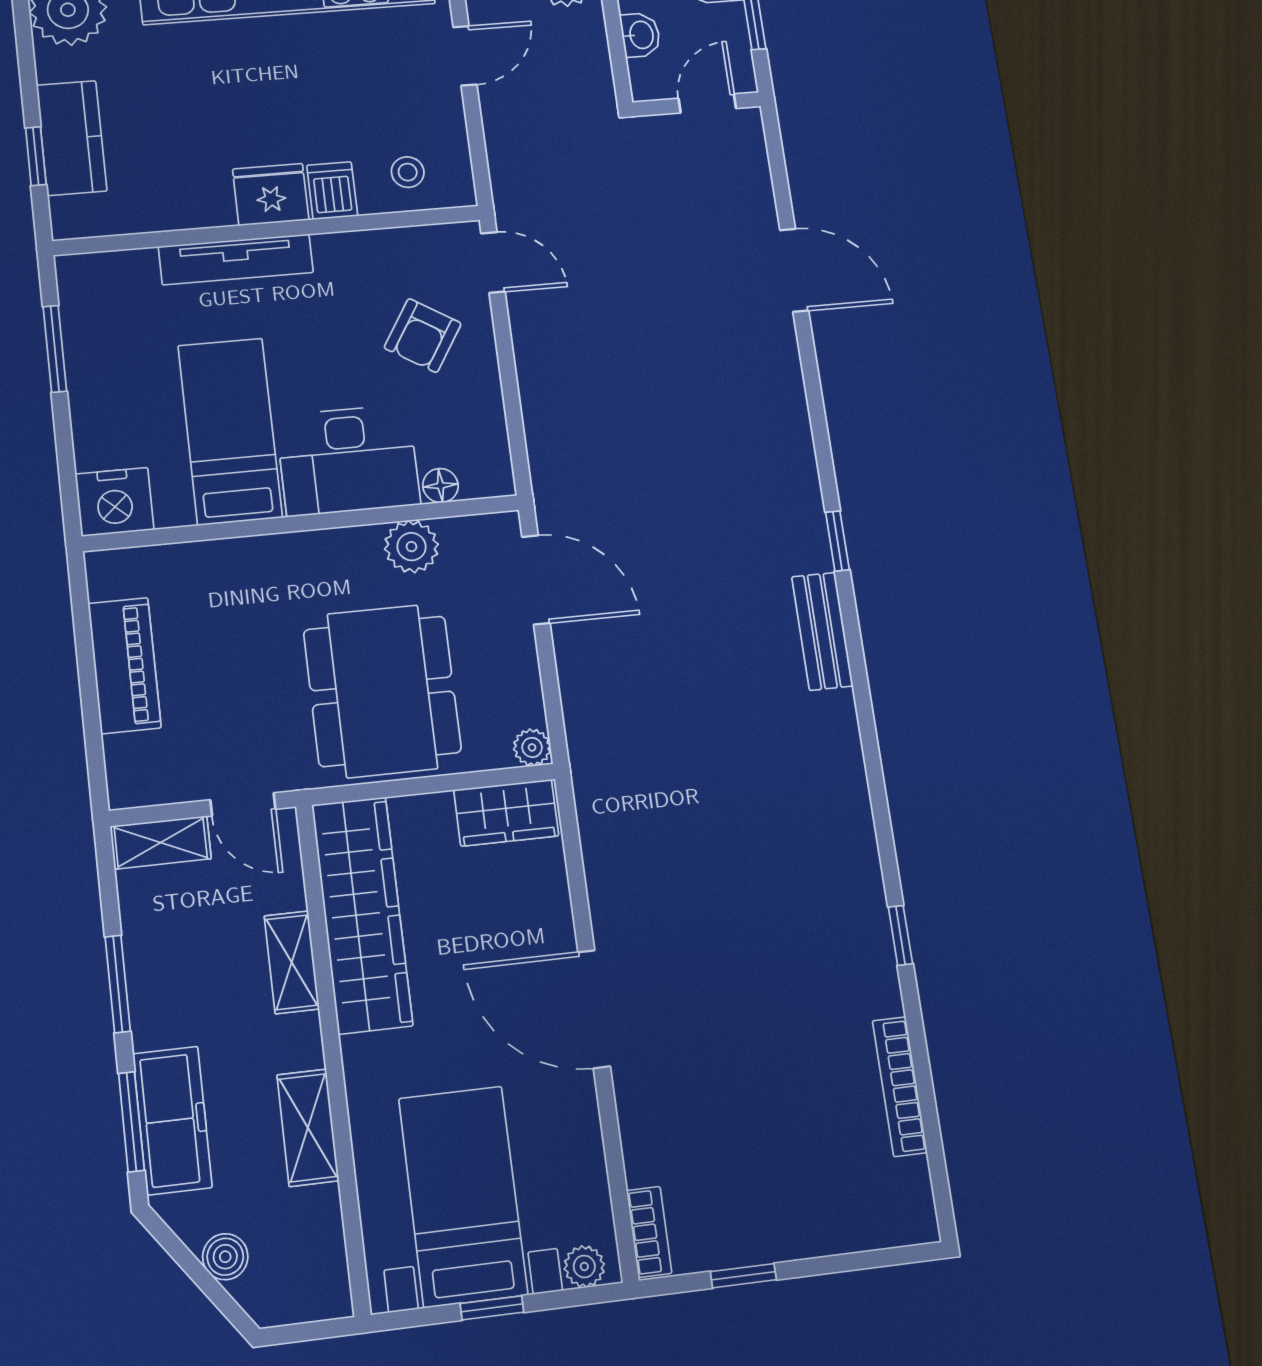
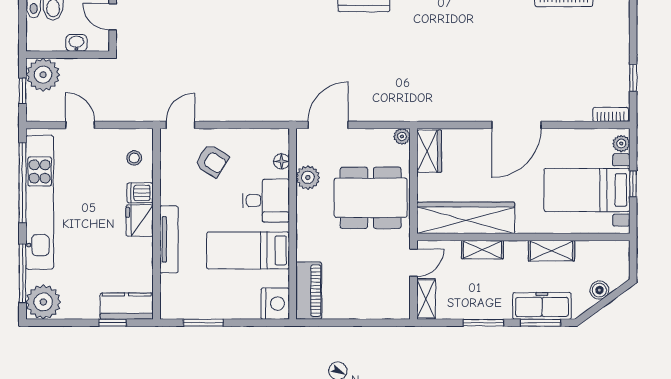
kitchen counter: (72, 138) -> (127, 306), moved
desk: (348, 460) -> (266, 201), width x0.73
piano: (124, 665) -> (309, 291), moved, turned 90

